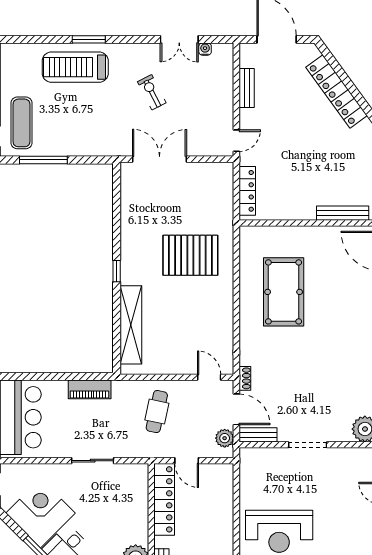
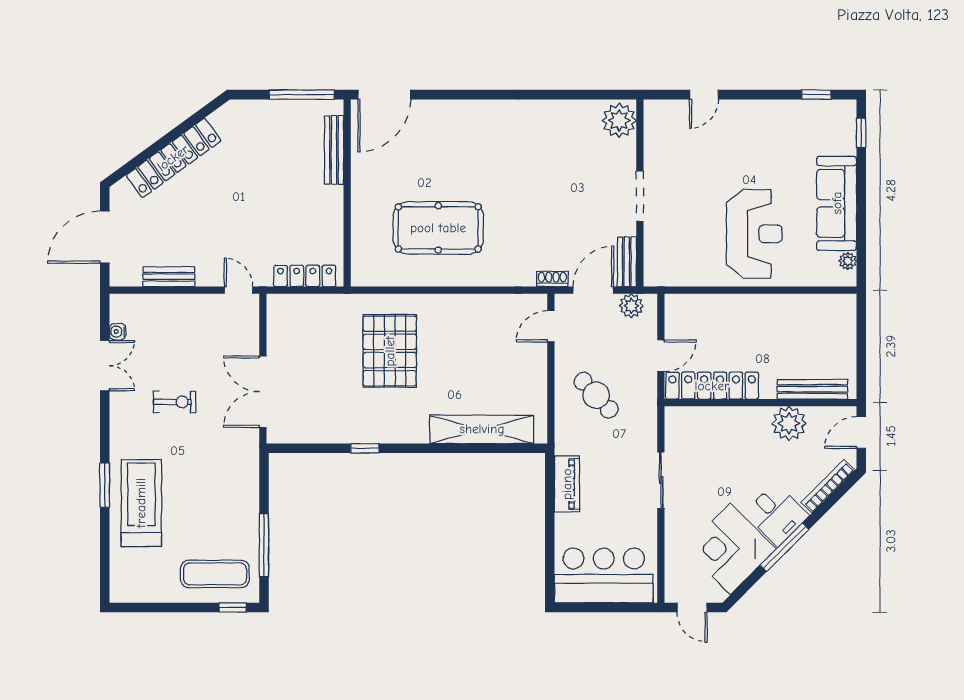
treadmill: (75, 67) -> (141, 503), turned 180
exercise bike: (152, 92) -> (175, 402), turned -153
window: (117, 271) -> (365, 448), moved
cafe table: (157, 412) -> (596, 395), turned 35

